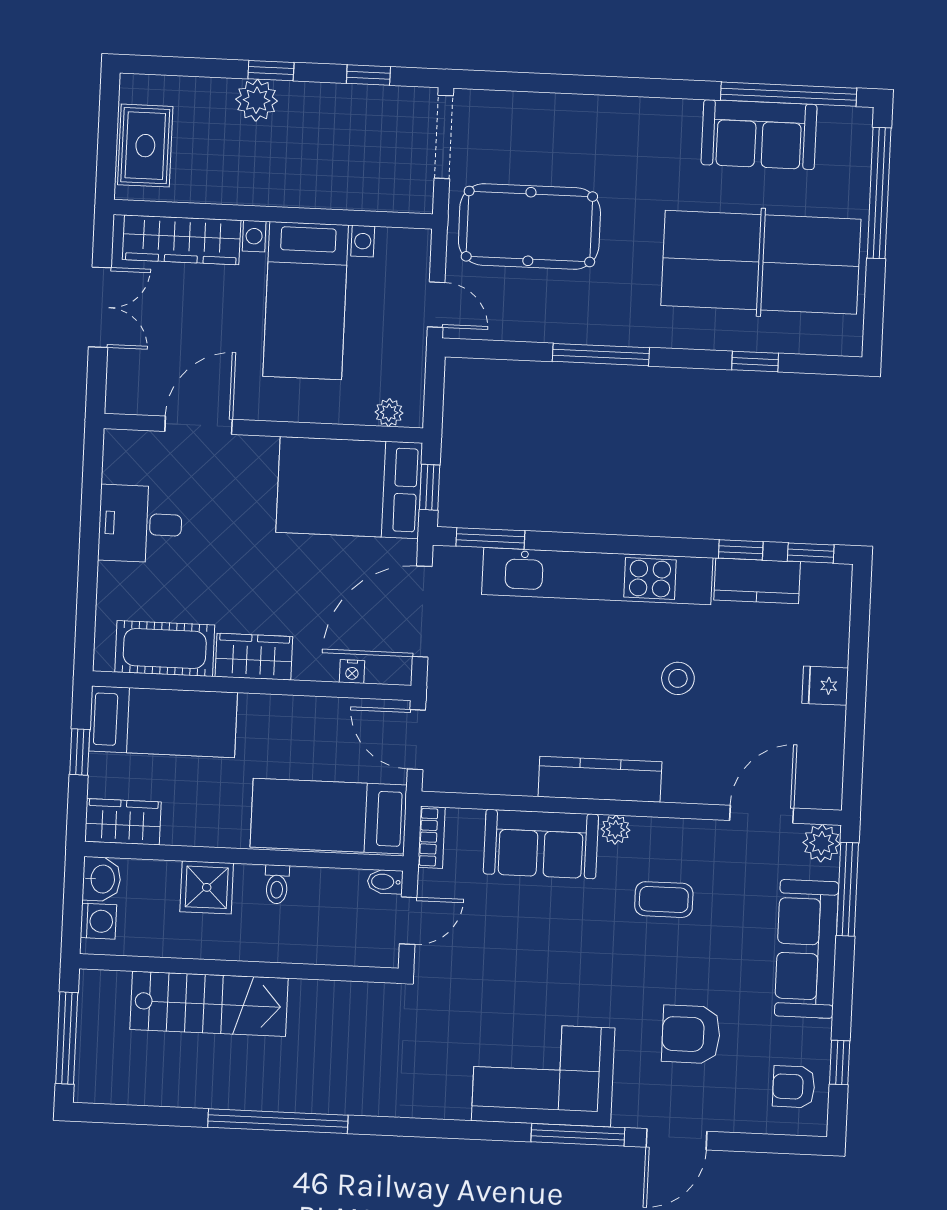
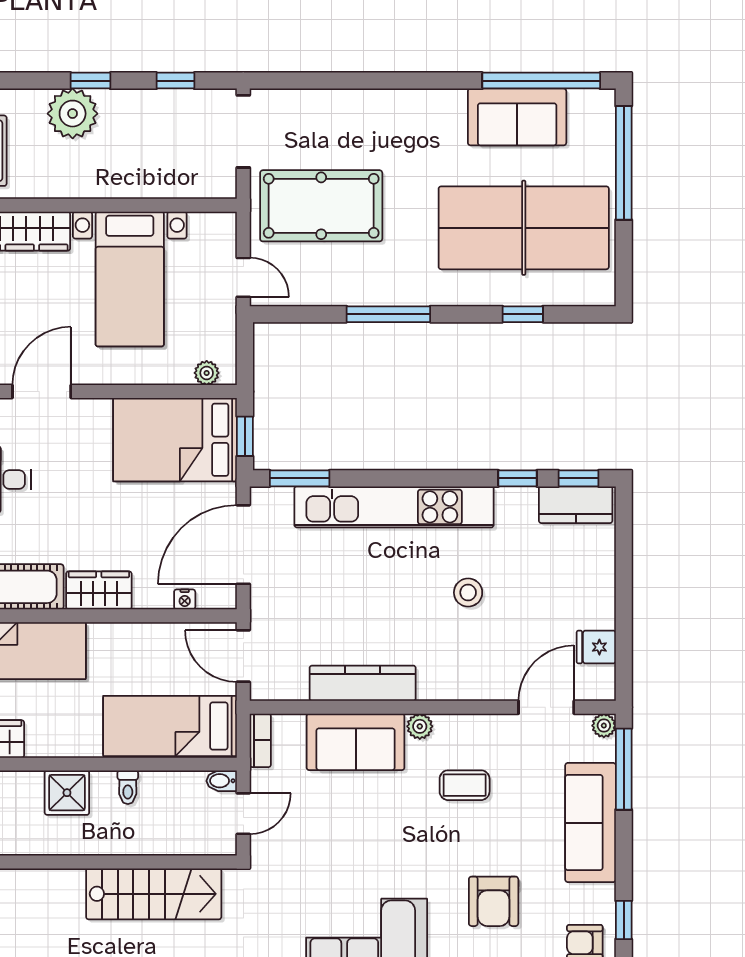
plant: (257, 100) -> (73, 114), width x1.36, depth x1.36
kitchen counter: (757, 581) -> (576, 505), moved
fridge: (825, 686) -> (596, 647), moved
kitchen counter: (600, 779) -> (363, 683), moved
plant: (822, 843) -> (604, 726), width x0.73, depth x0.73
stairs: (209, 1004) -> (154, 894), moved
armchair: (691, 1034) -> (494, 901), turned -90

